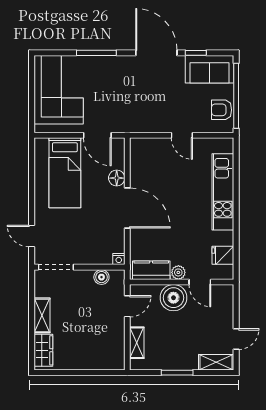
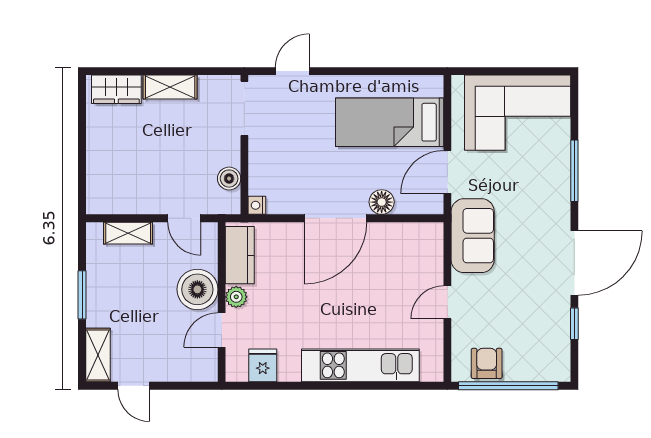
sofa: (209, 69) -> (473, 236), moved, turned 180

